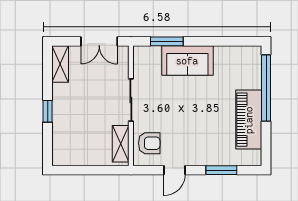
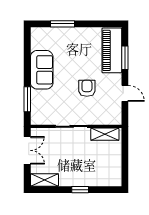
sofa: (187, 61) -> (42, 70), moved
window: (266, 88) -> (63, 24), width x0.47
piano: (249, 120) -> (112, 50), moved, turned 90
armchair: (149, 143) -> (87, 88), moved

